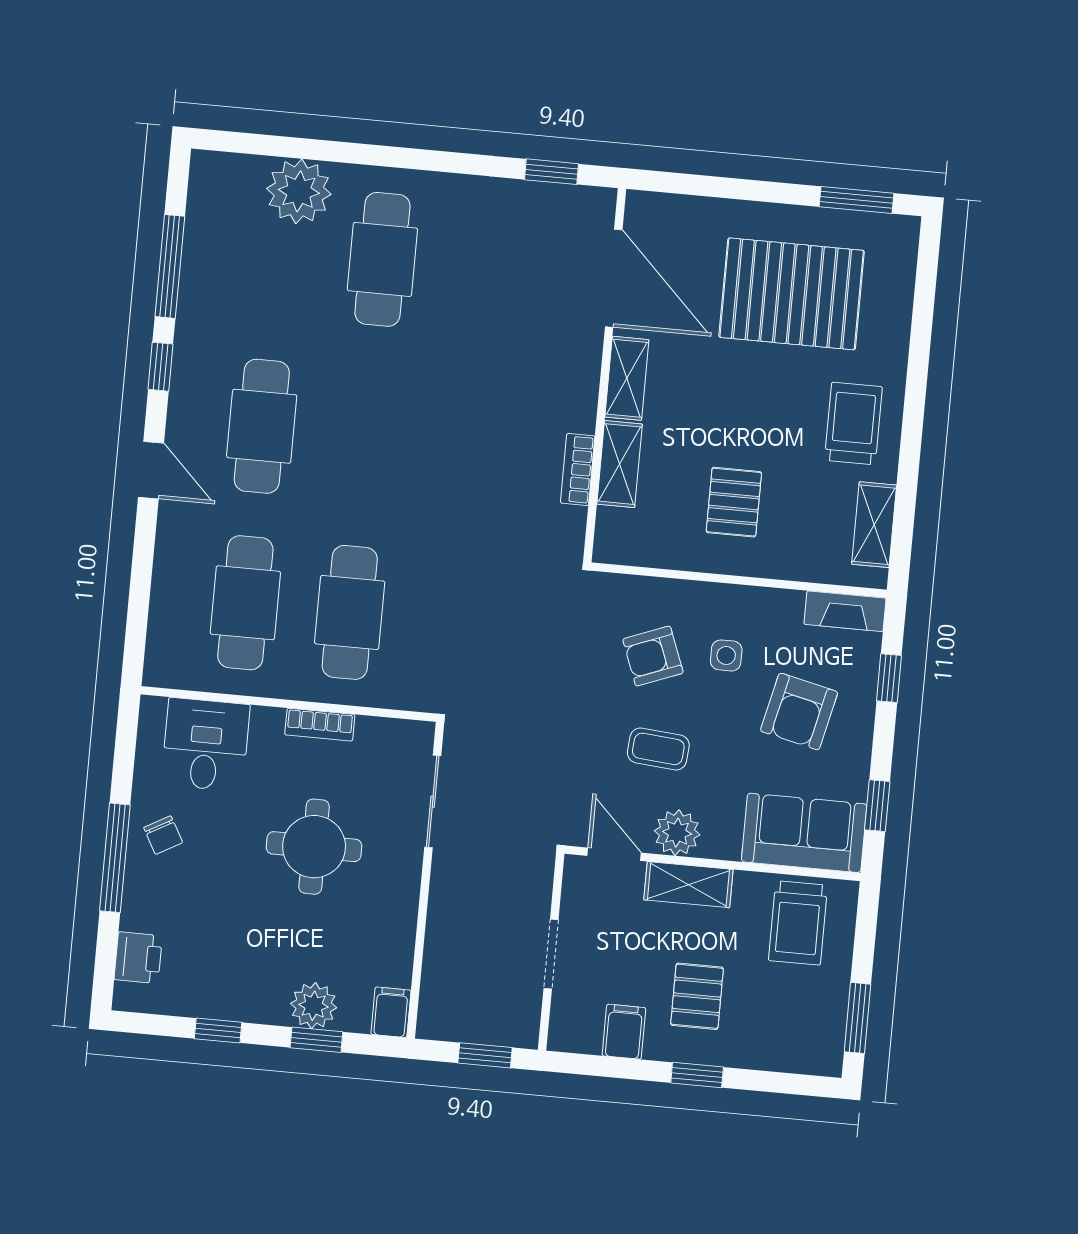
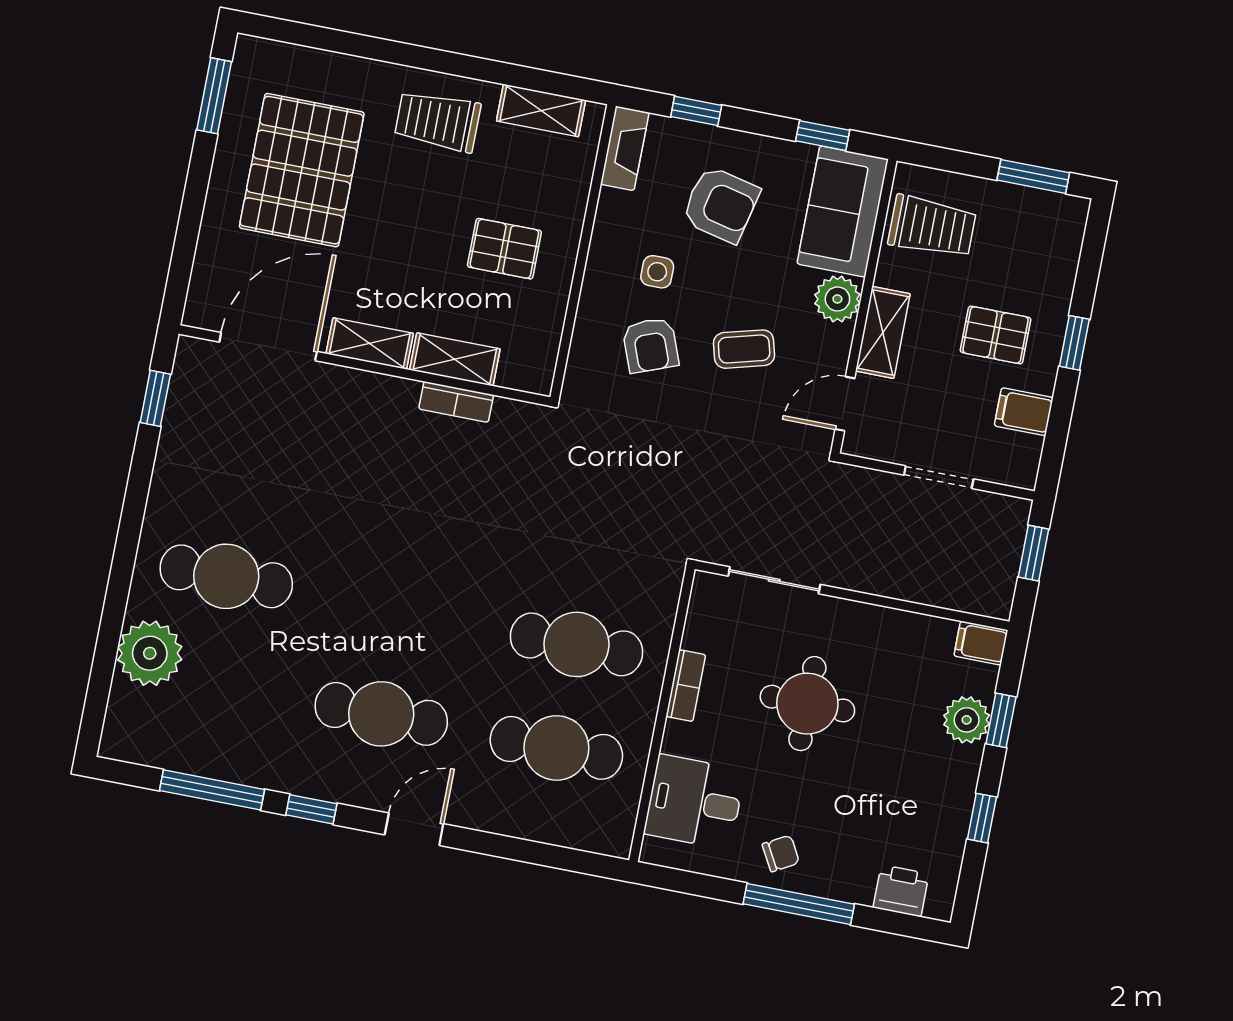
coffee table: (658, 749) -> (744, 349), turned 70
plant: (677, 833) -> (837, 299), moved

